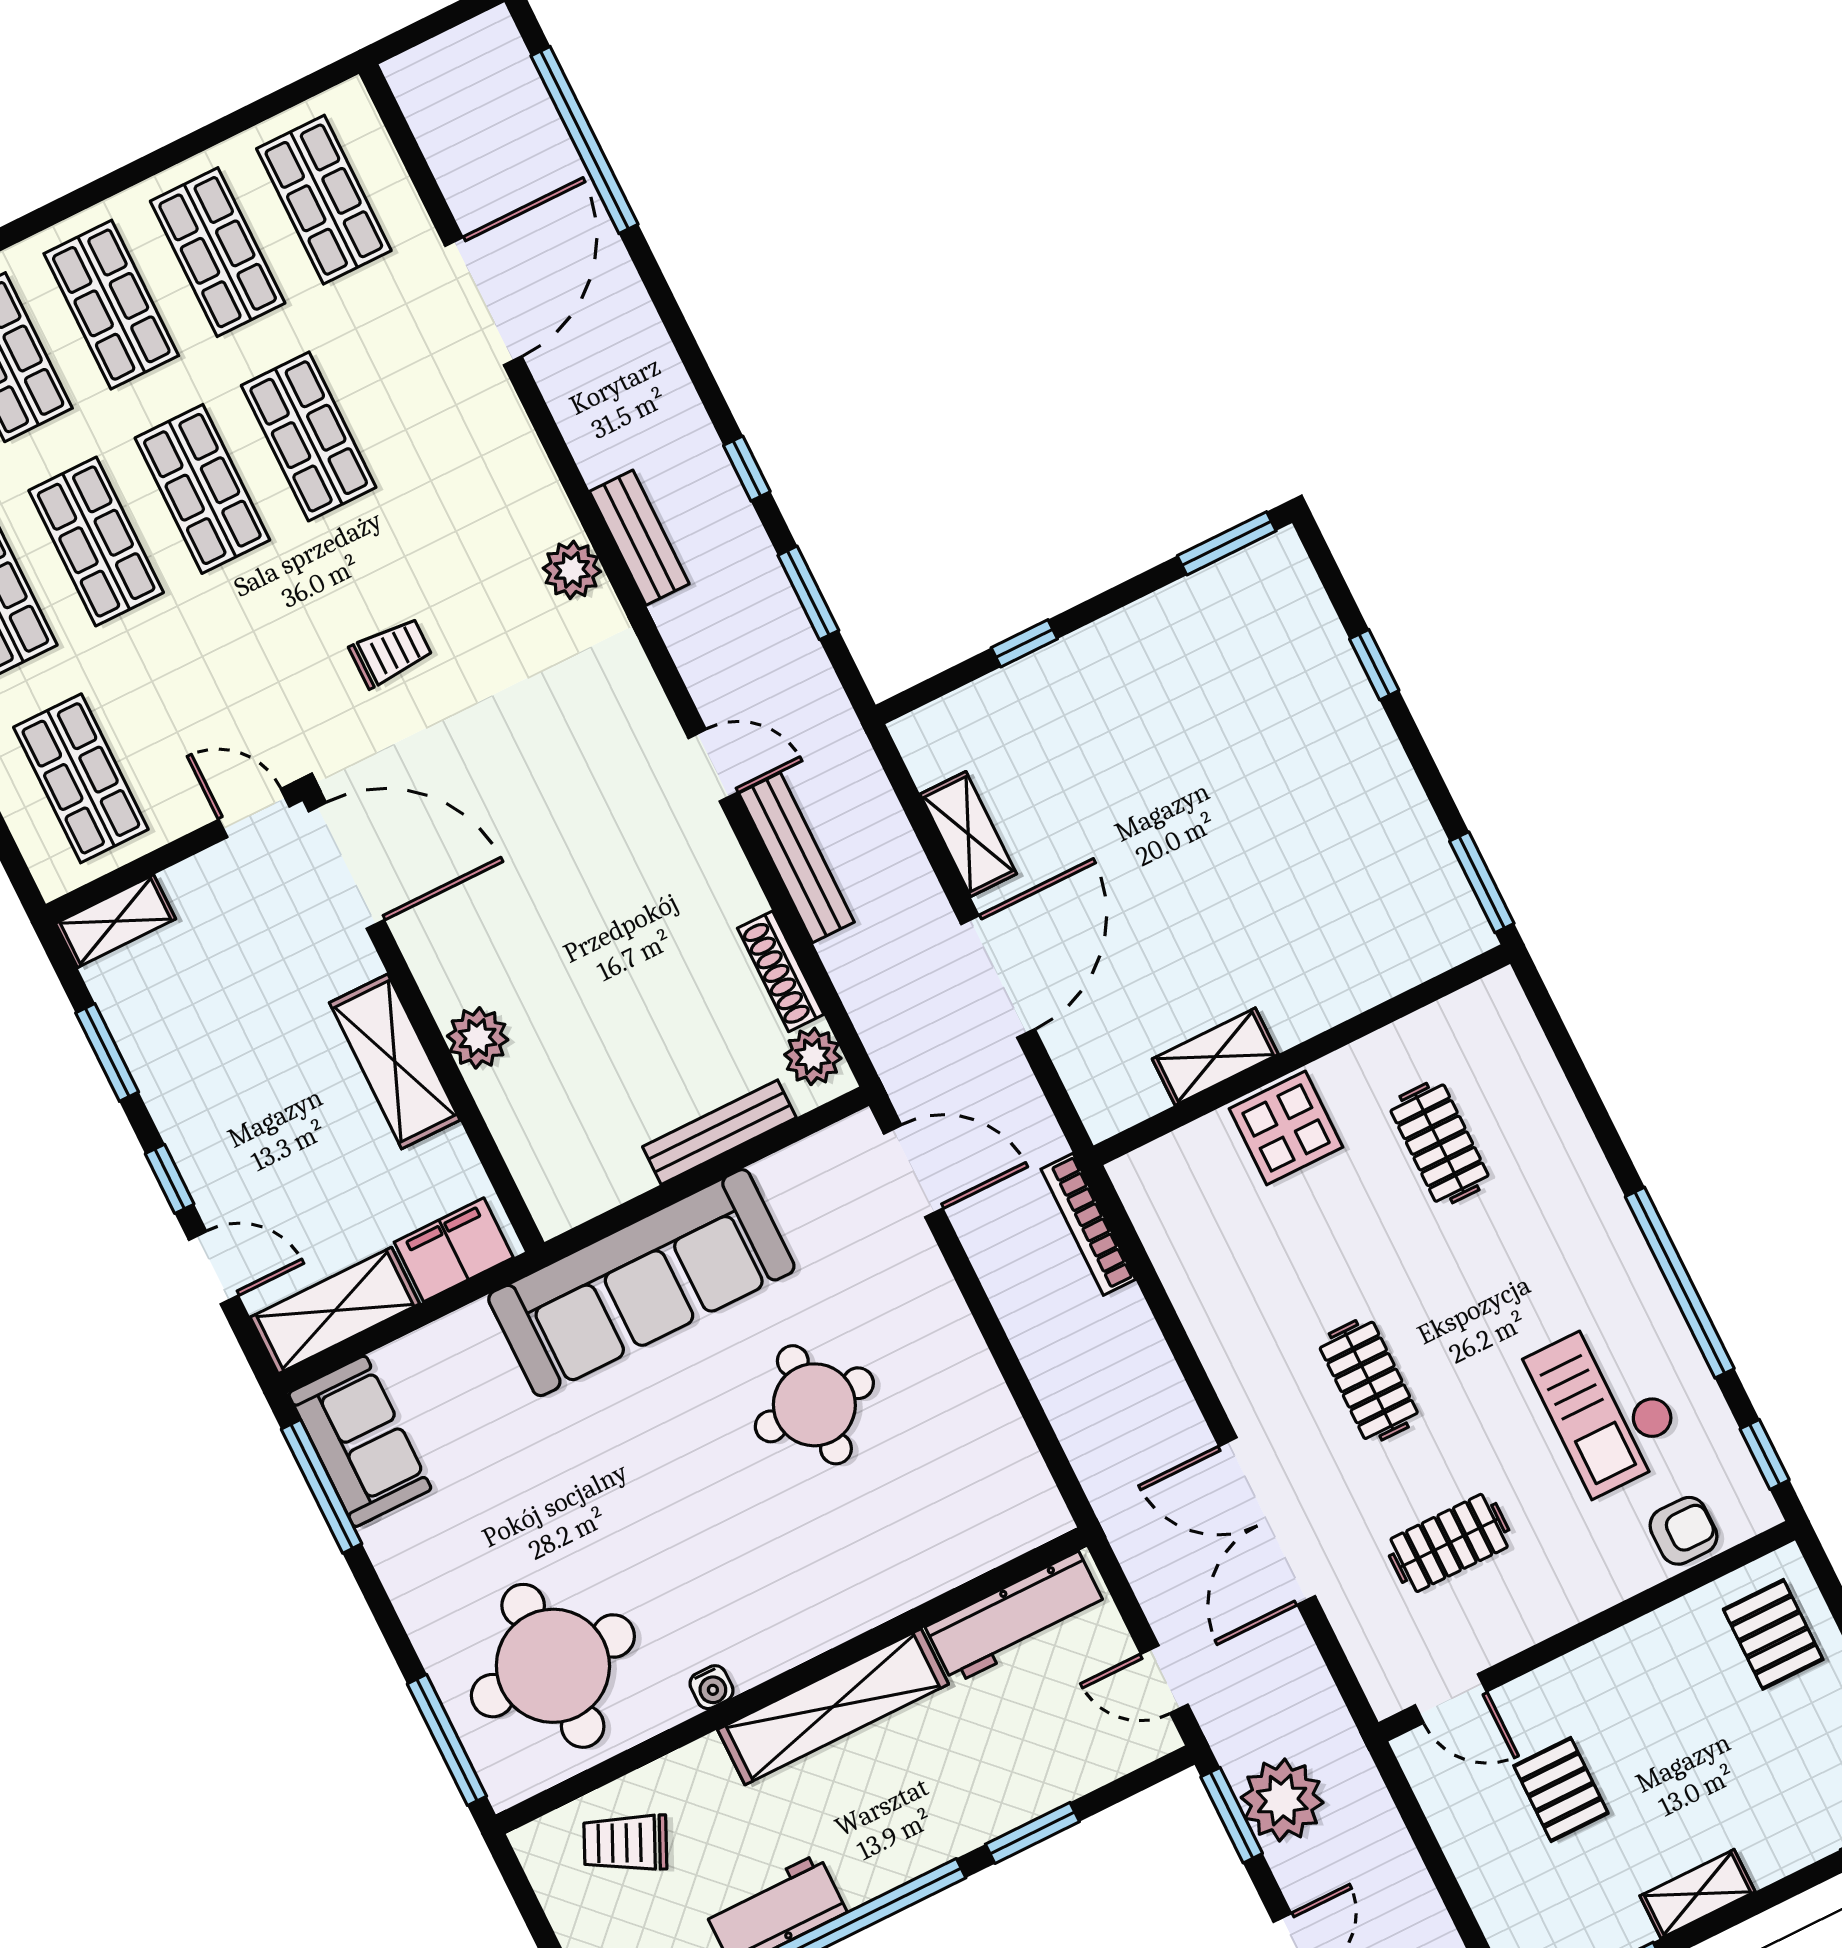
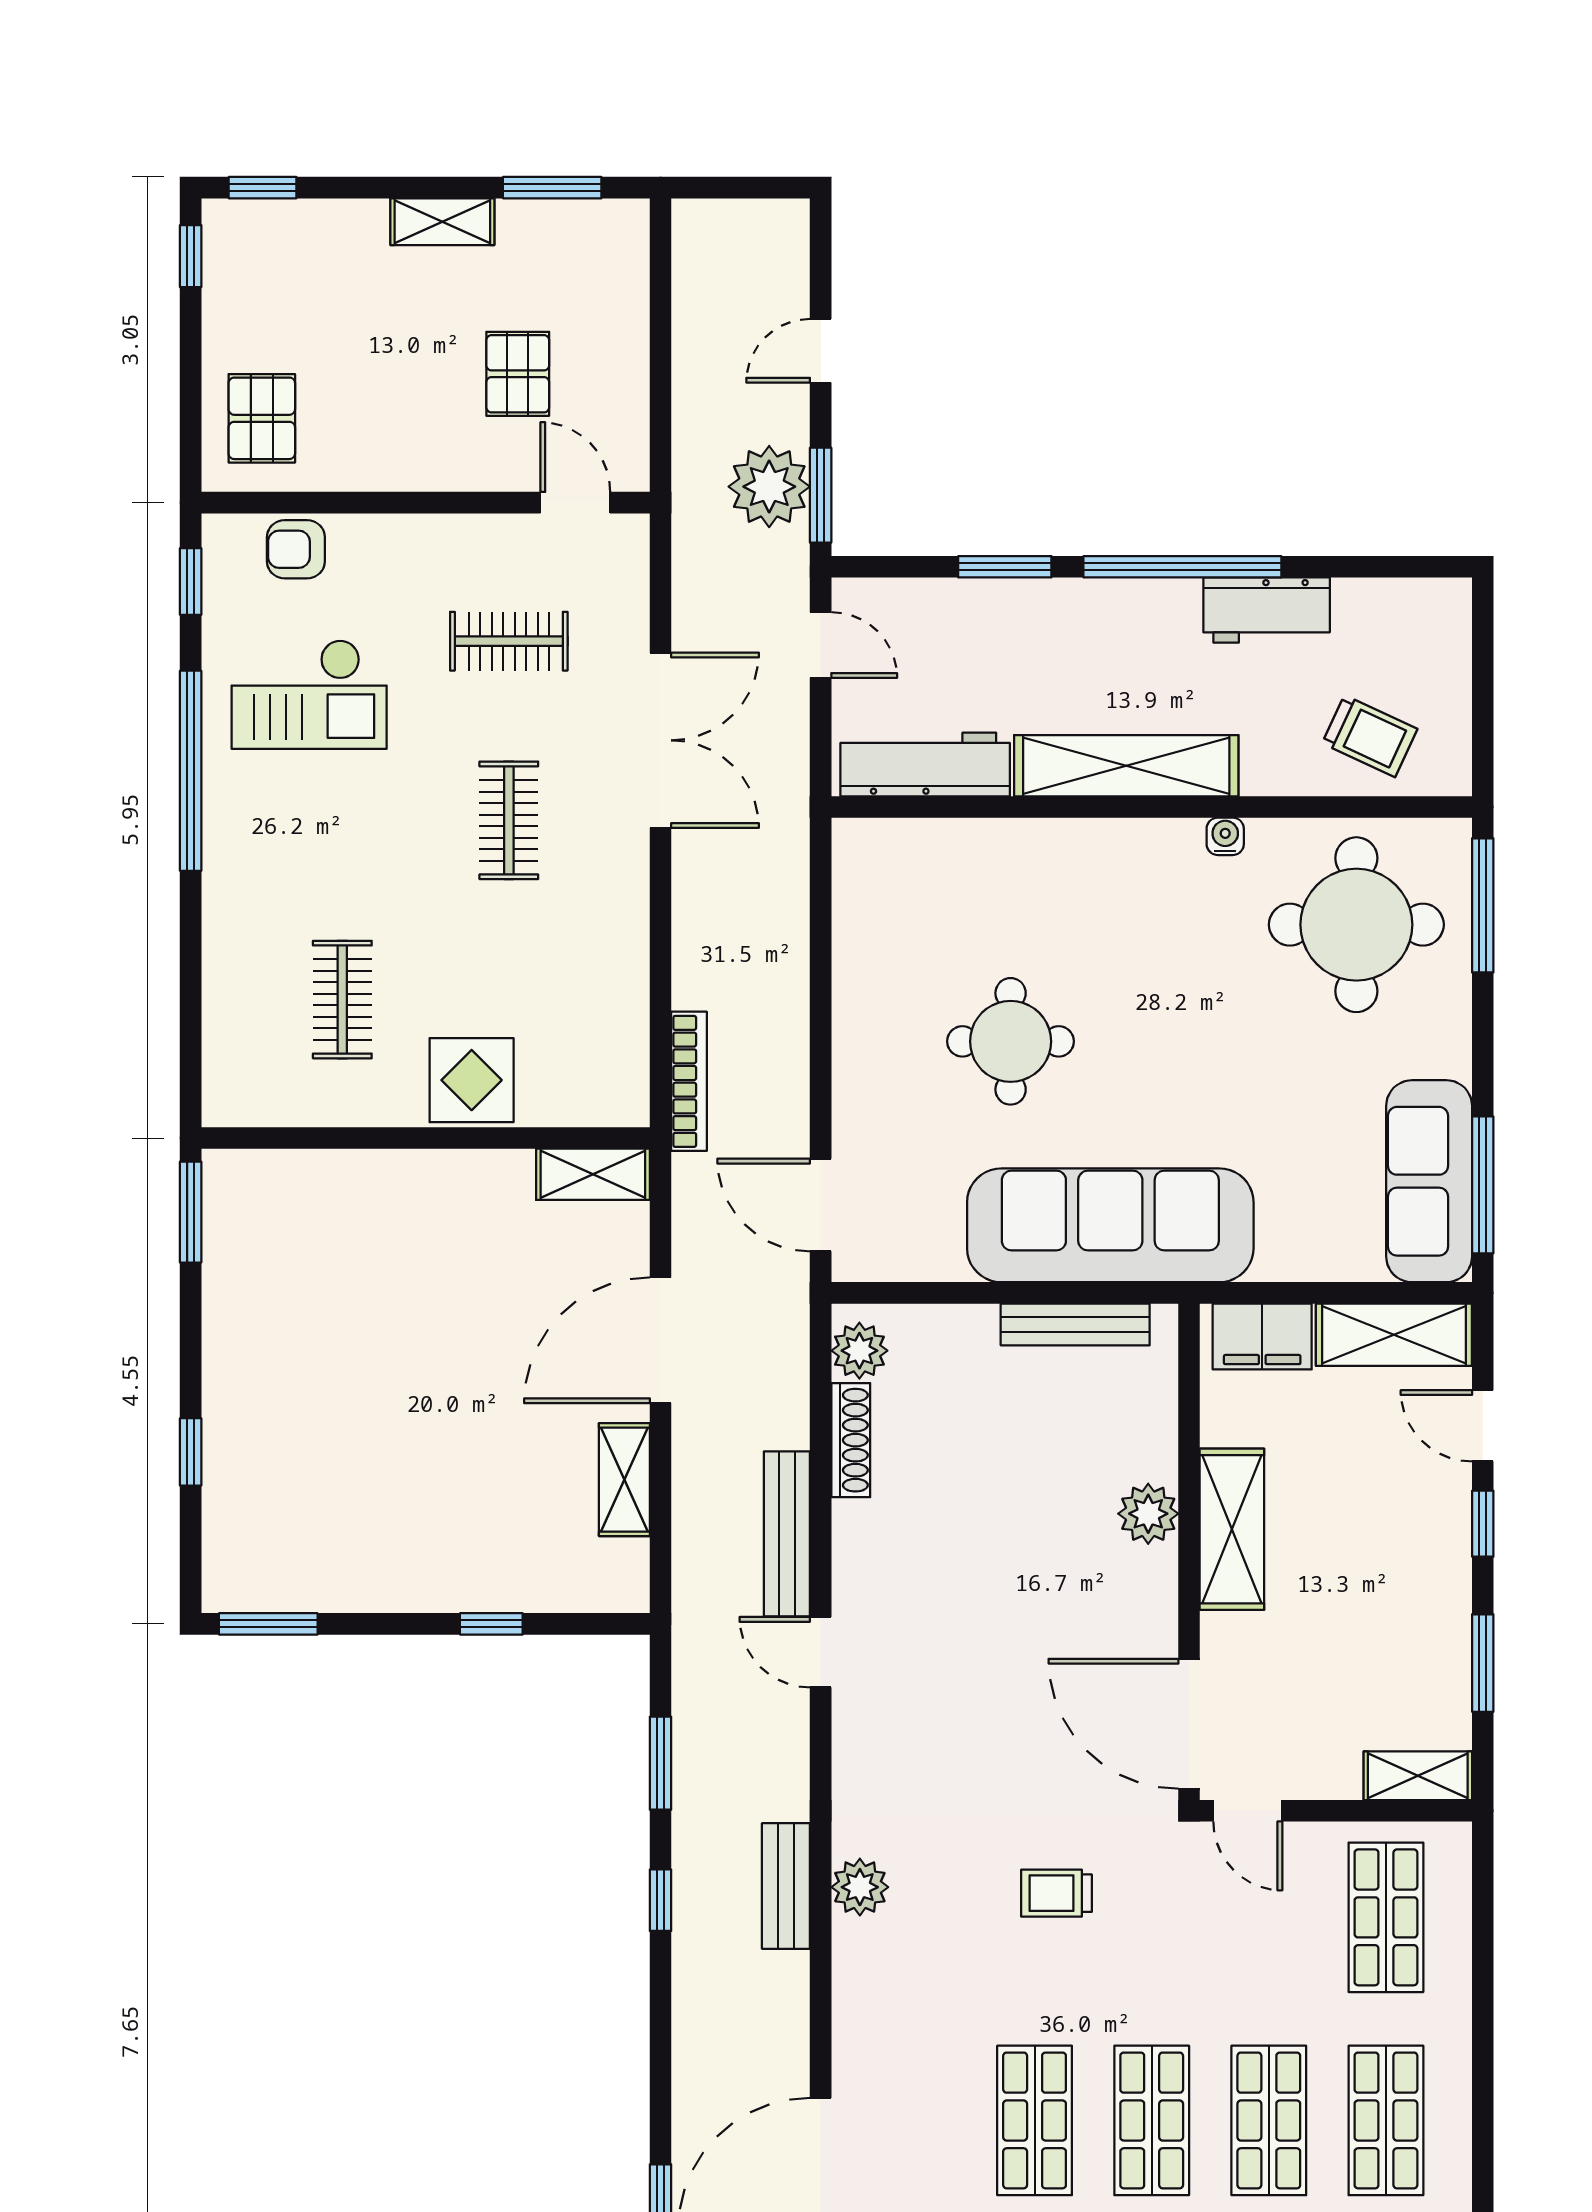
shelving: (1215, 1057) -> (593, 1174), moved
bench: (719, 1132) -> (1075, 1324), moved
checkout: (1606, 1405) -> (309, 694), turned 90
sofa: (360, 1441) -> (1429, 1181), width x1.36

